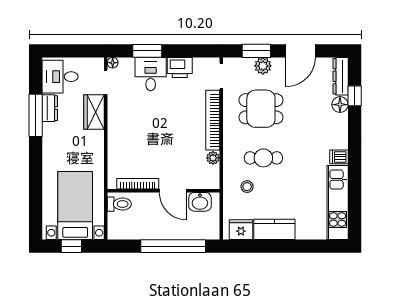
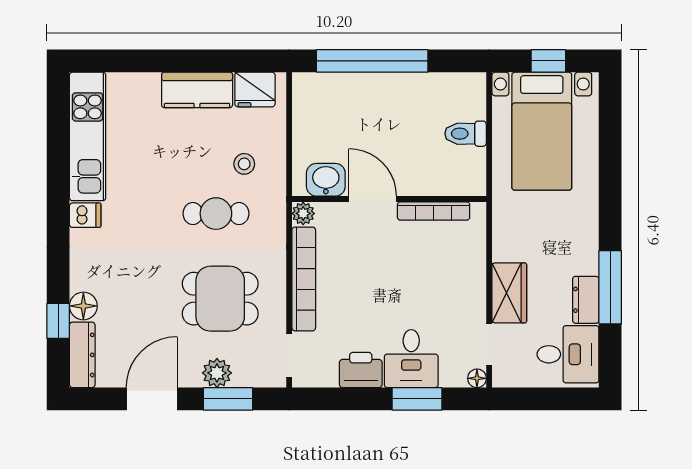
bookcase: (138, 184) -> (434, 211), moved
wall: (163, 191) -> (389, 199), moved
door: (173, 191) -> (373, 199), moved
washbasin: (200, 202) -> (326, 180), moved

